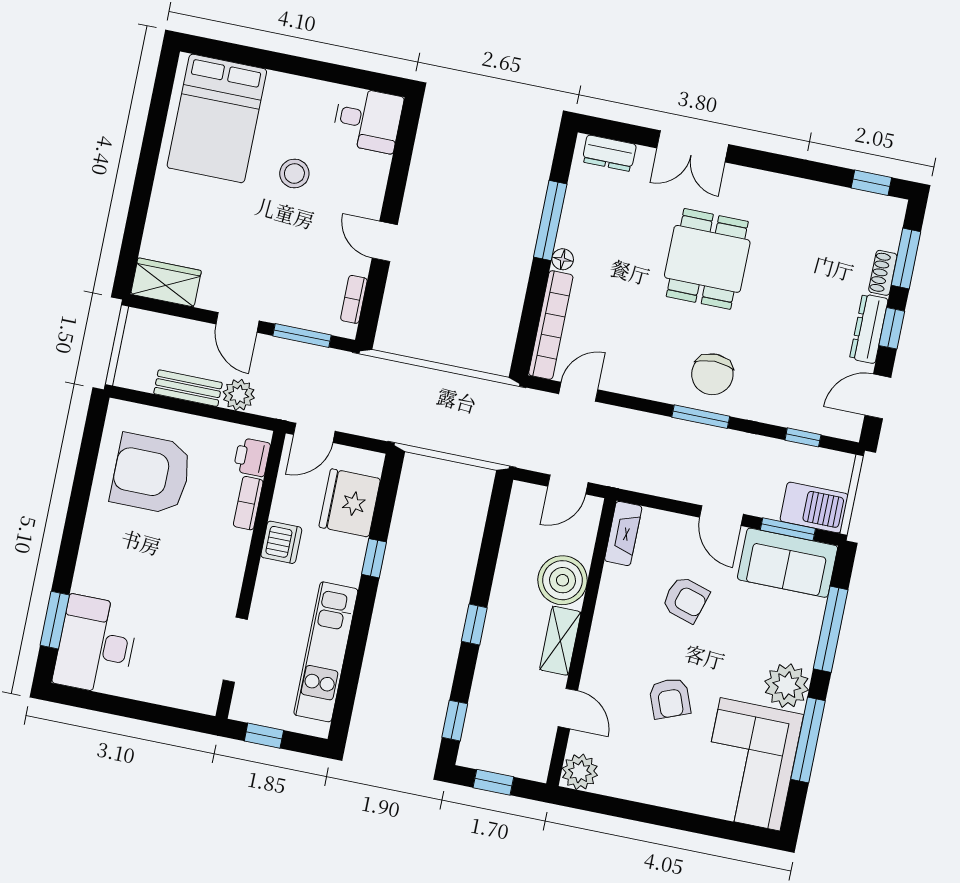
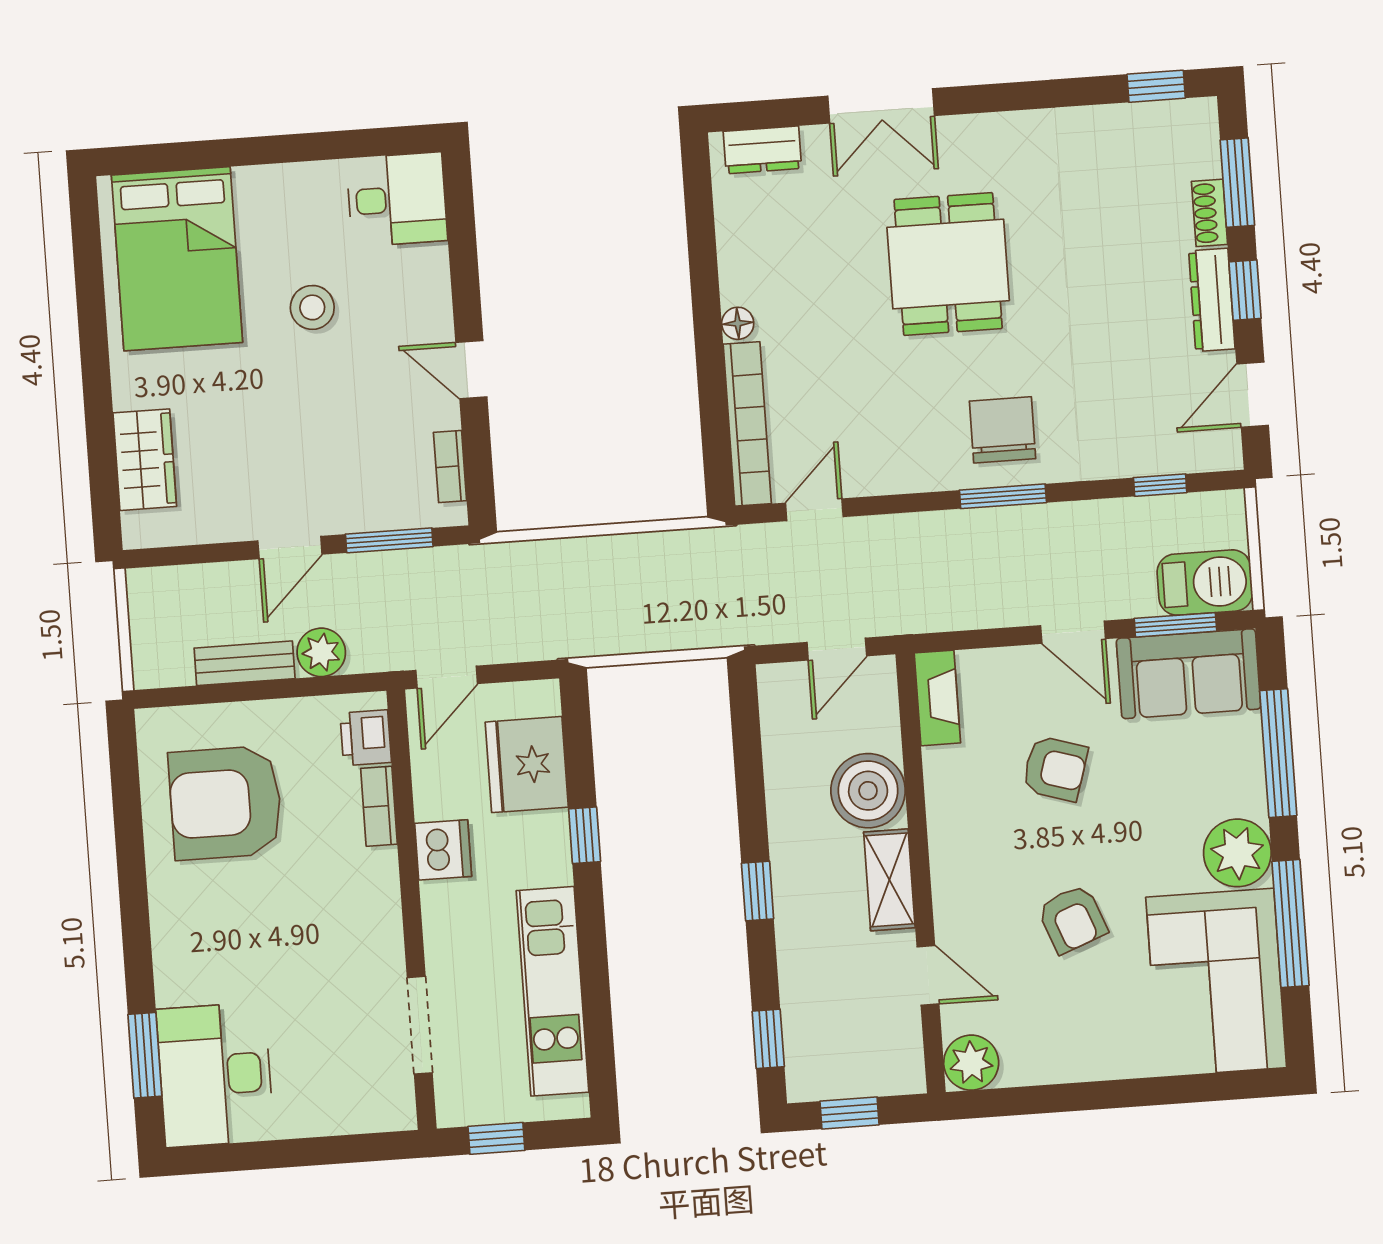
window: (550, 221) -> (704, 272), removed
wardrobe: (166, 282) -> (145, 460), moved, turned 90
door: (238, 322) -> (290, 547), hinge flipped
chair: (712, 374) -> (1003, 430), turned 180

